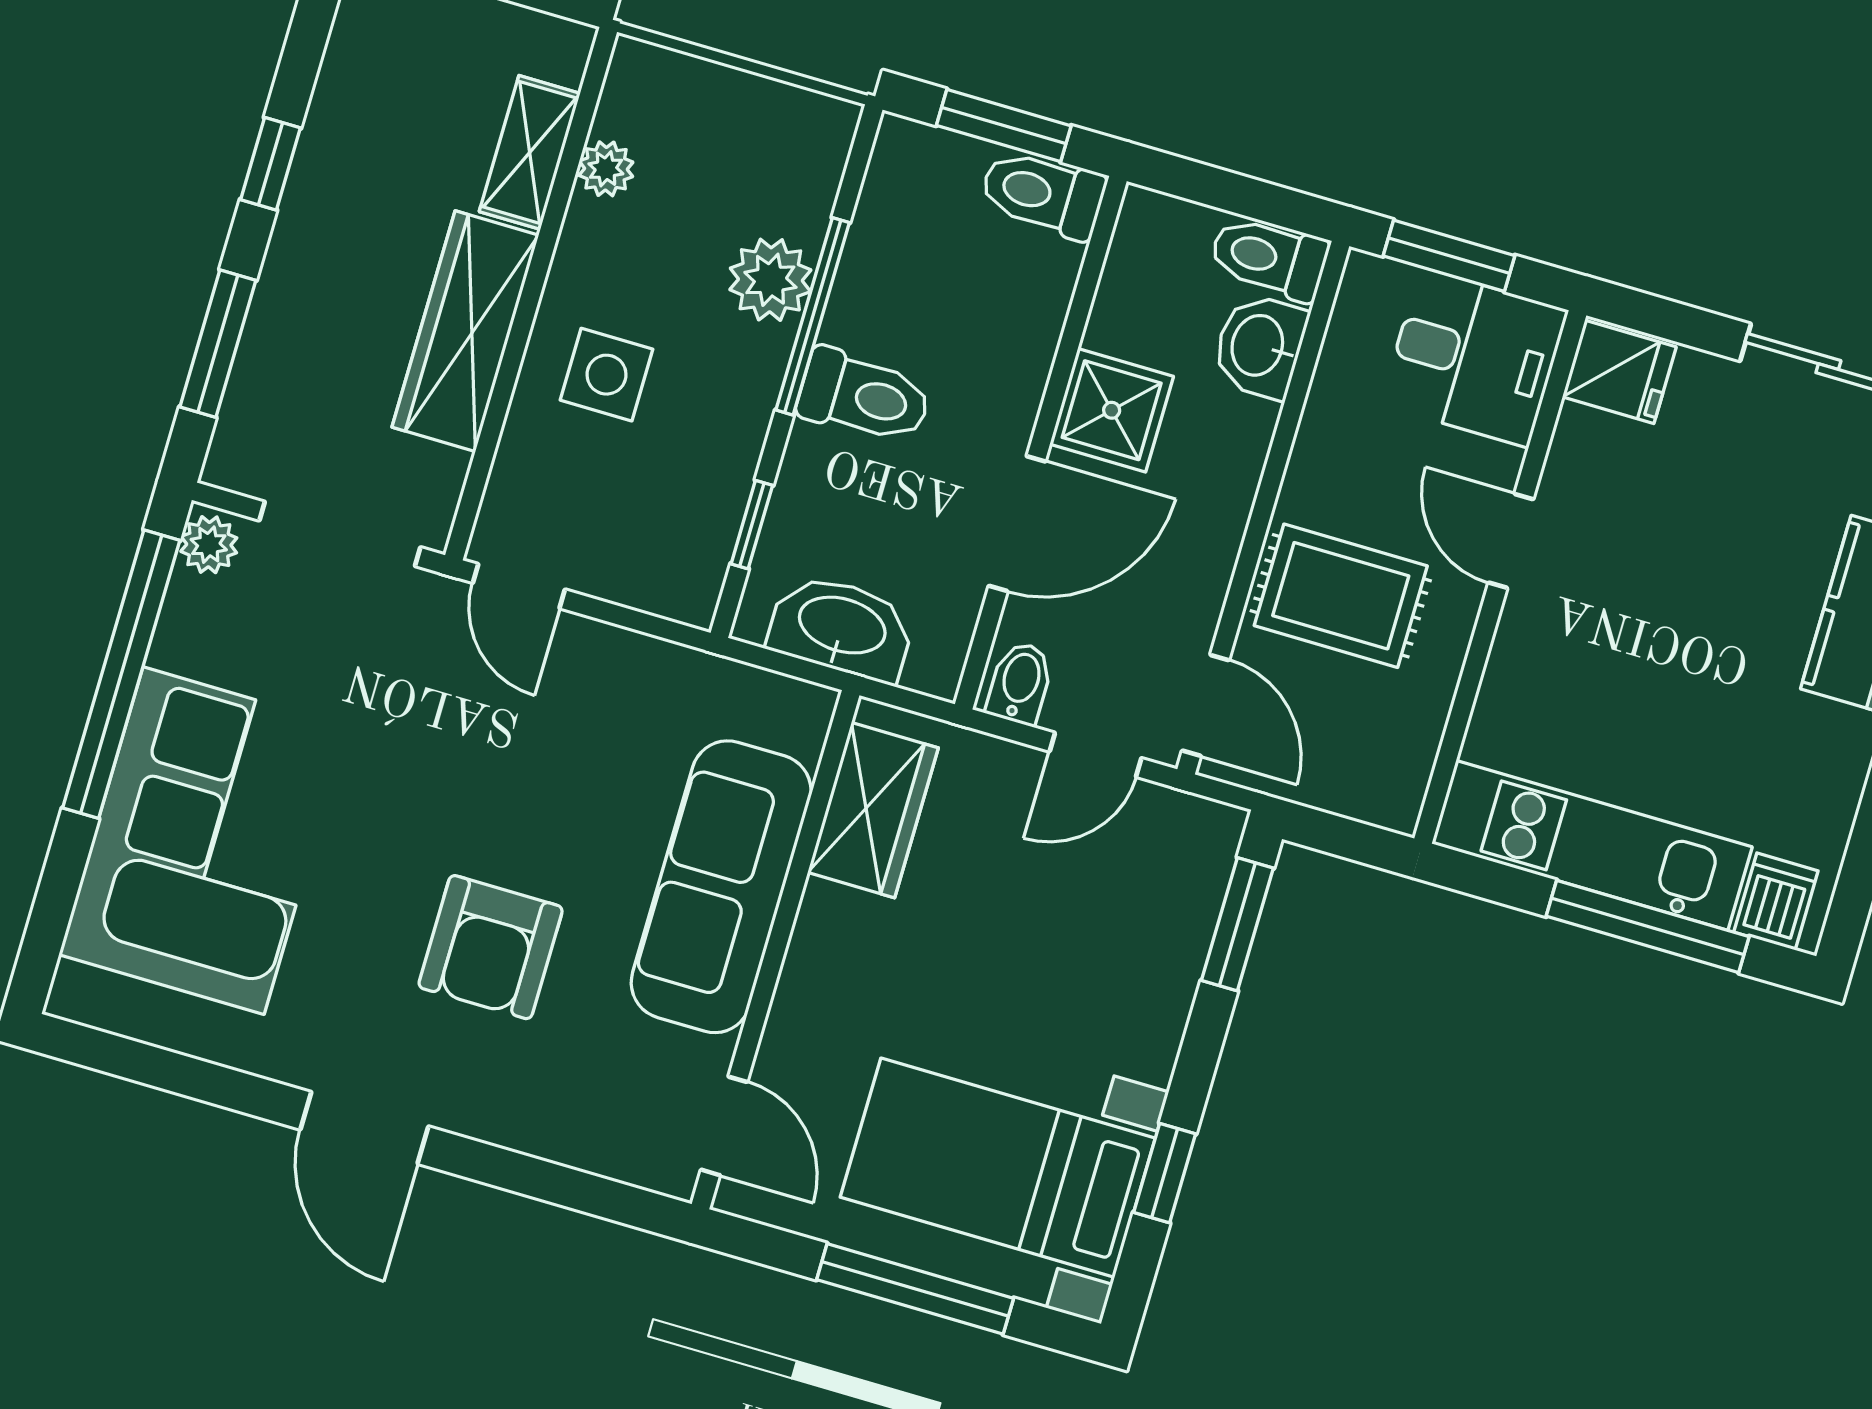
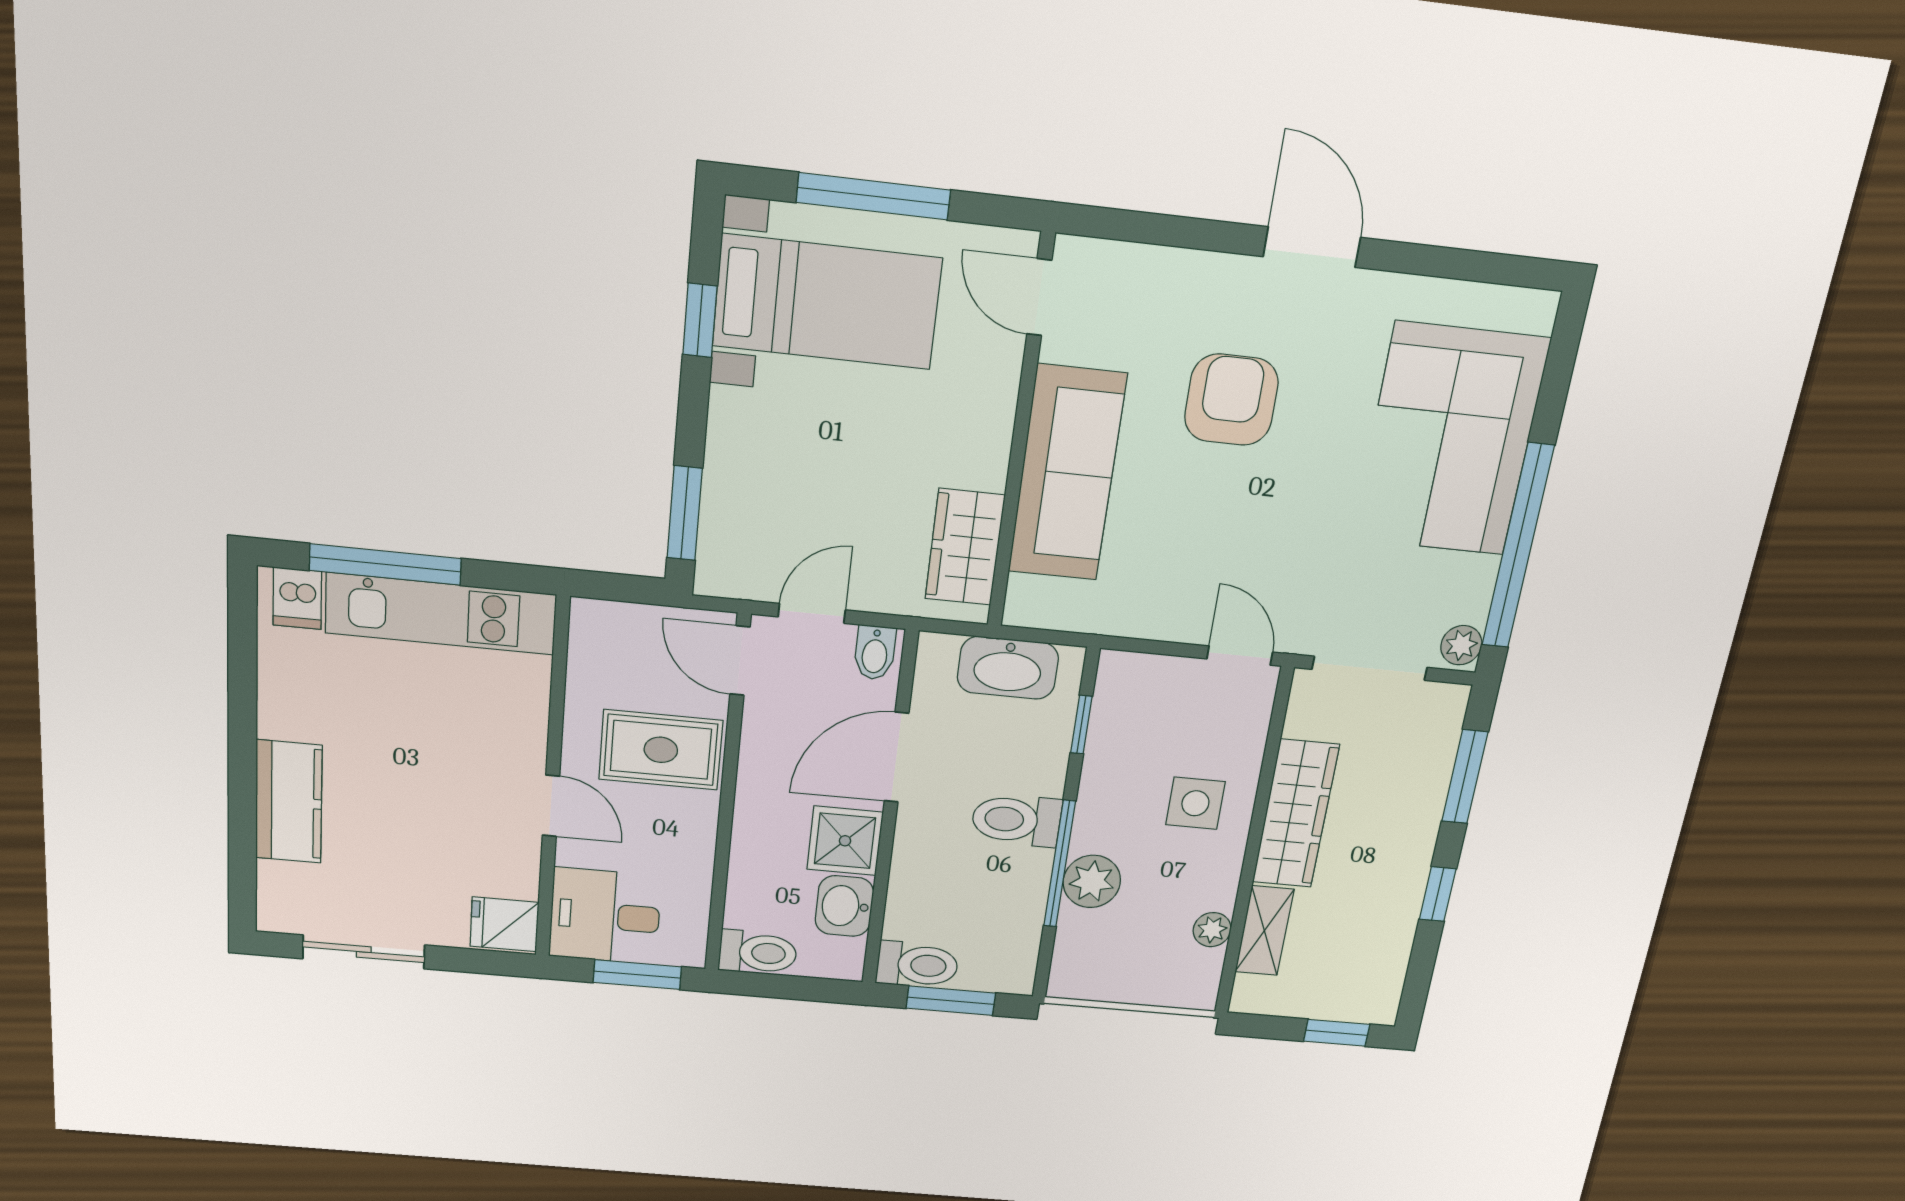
washbasin: (1260, 346) -> (844, 906), moved, turned 180

